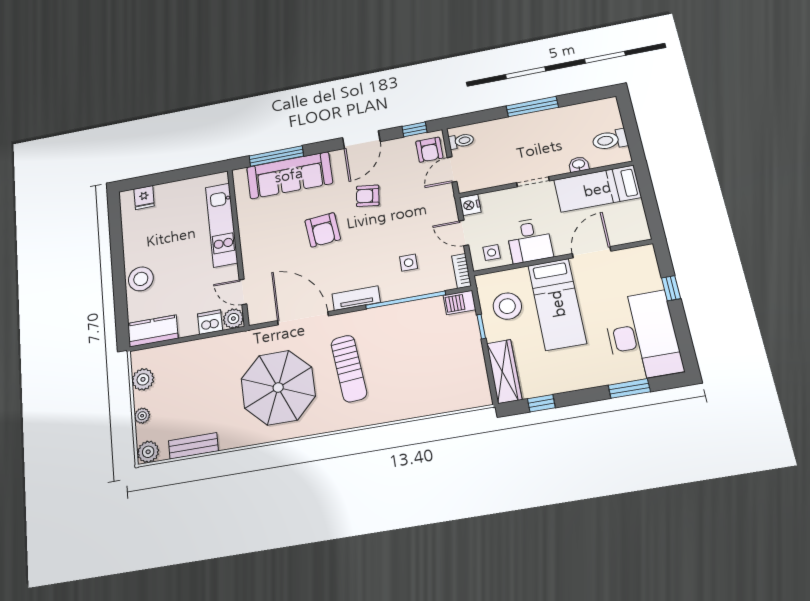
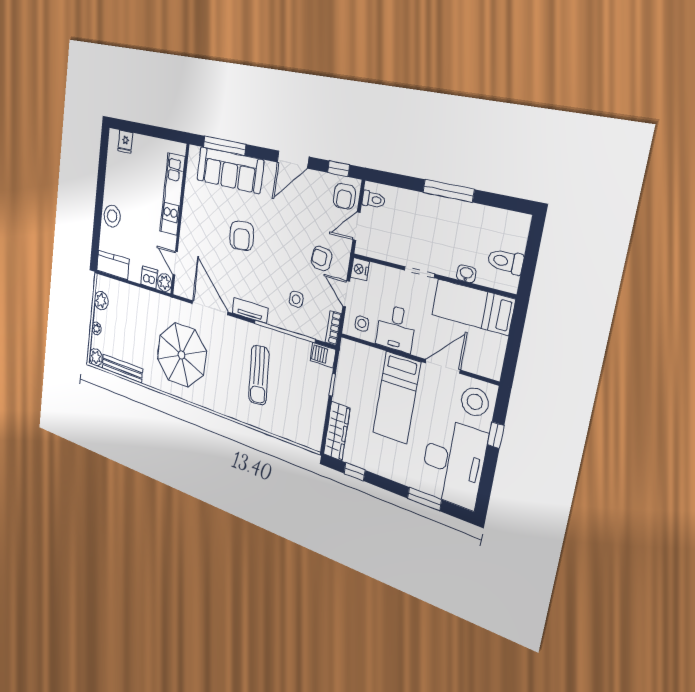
armchair: (368, 196) -> (322, 258), moved
stool: (507, 306) -> (475, 402), moved
sun lounger: (349, 369) -> (259, 375), moved
bench: (193, 446) -> (122, 369), width x1.36

